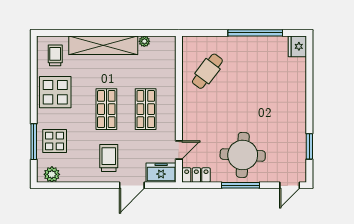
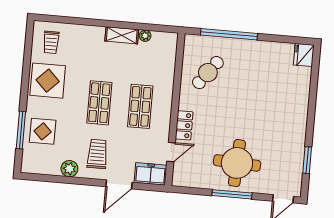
window: (255, 33) -> (229, 34), moved
shelving: (103, 45) -> (122, 35), width x0.45, depth x0.75
trolley: (55, 55) -> (51, 42), turned 180
plant: (52, 174) -> (69, 169), moved
locker: (196, 175) -> (184, 125), moved, turned 90

